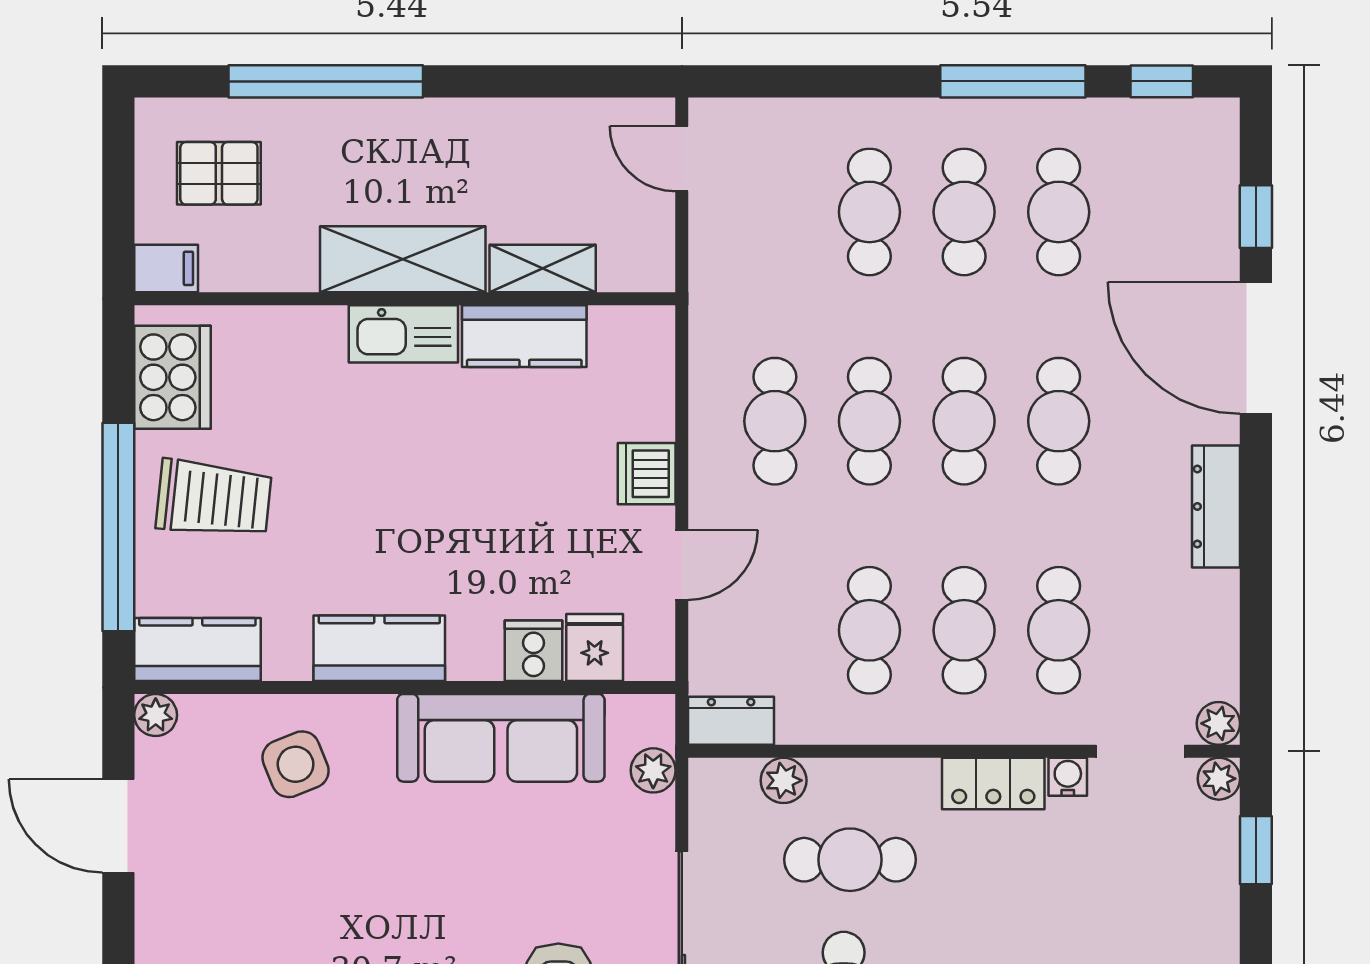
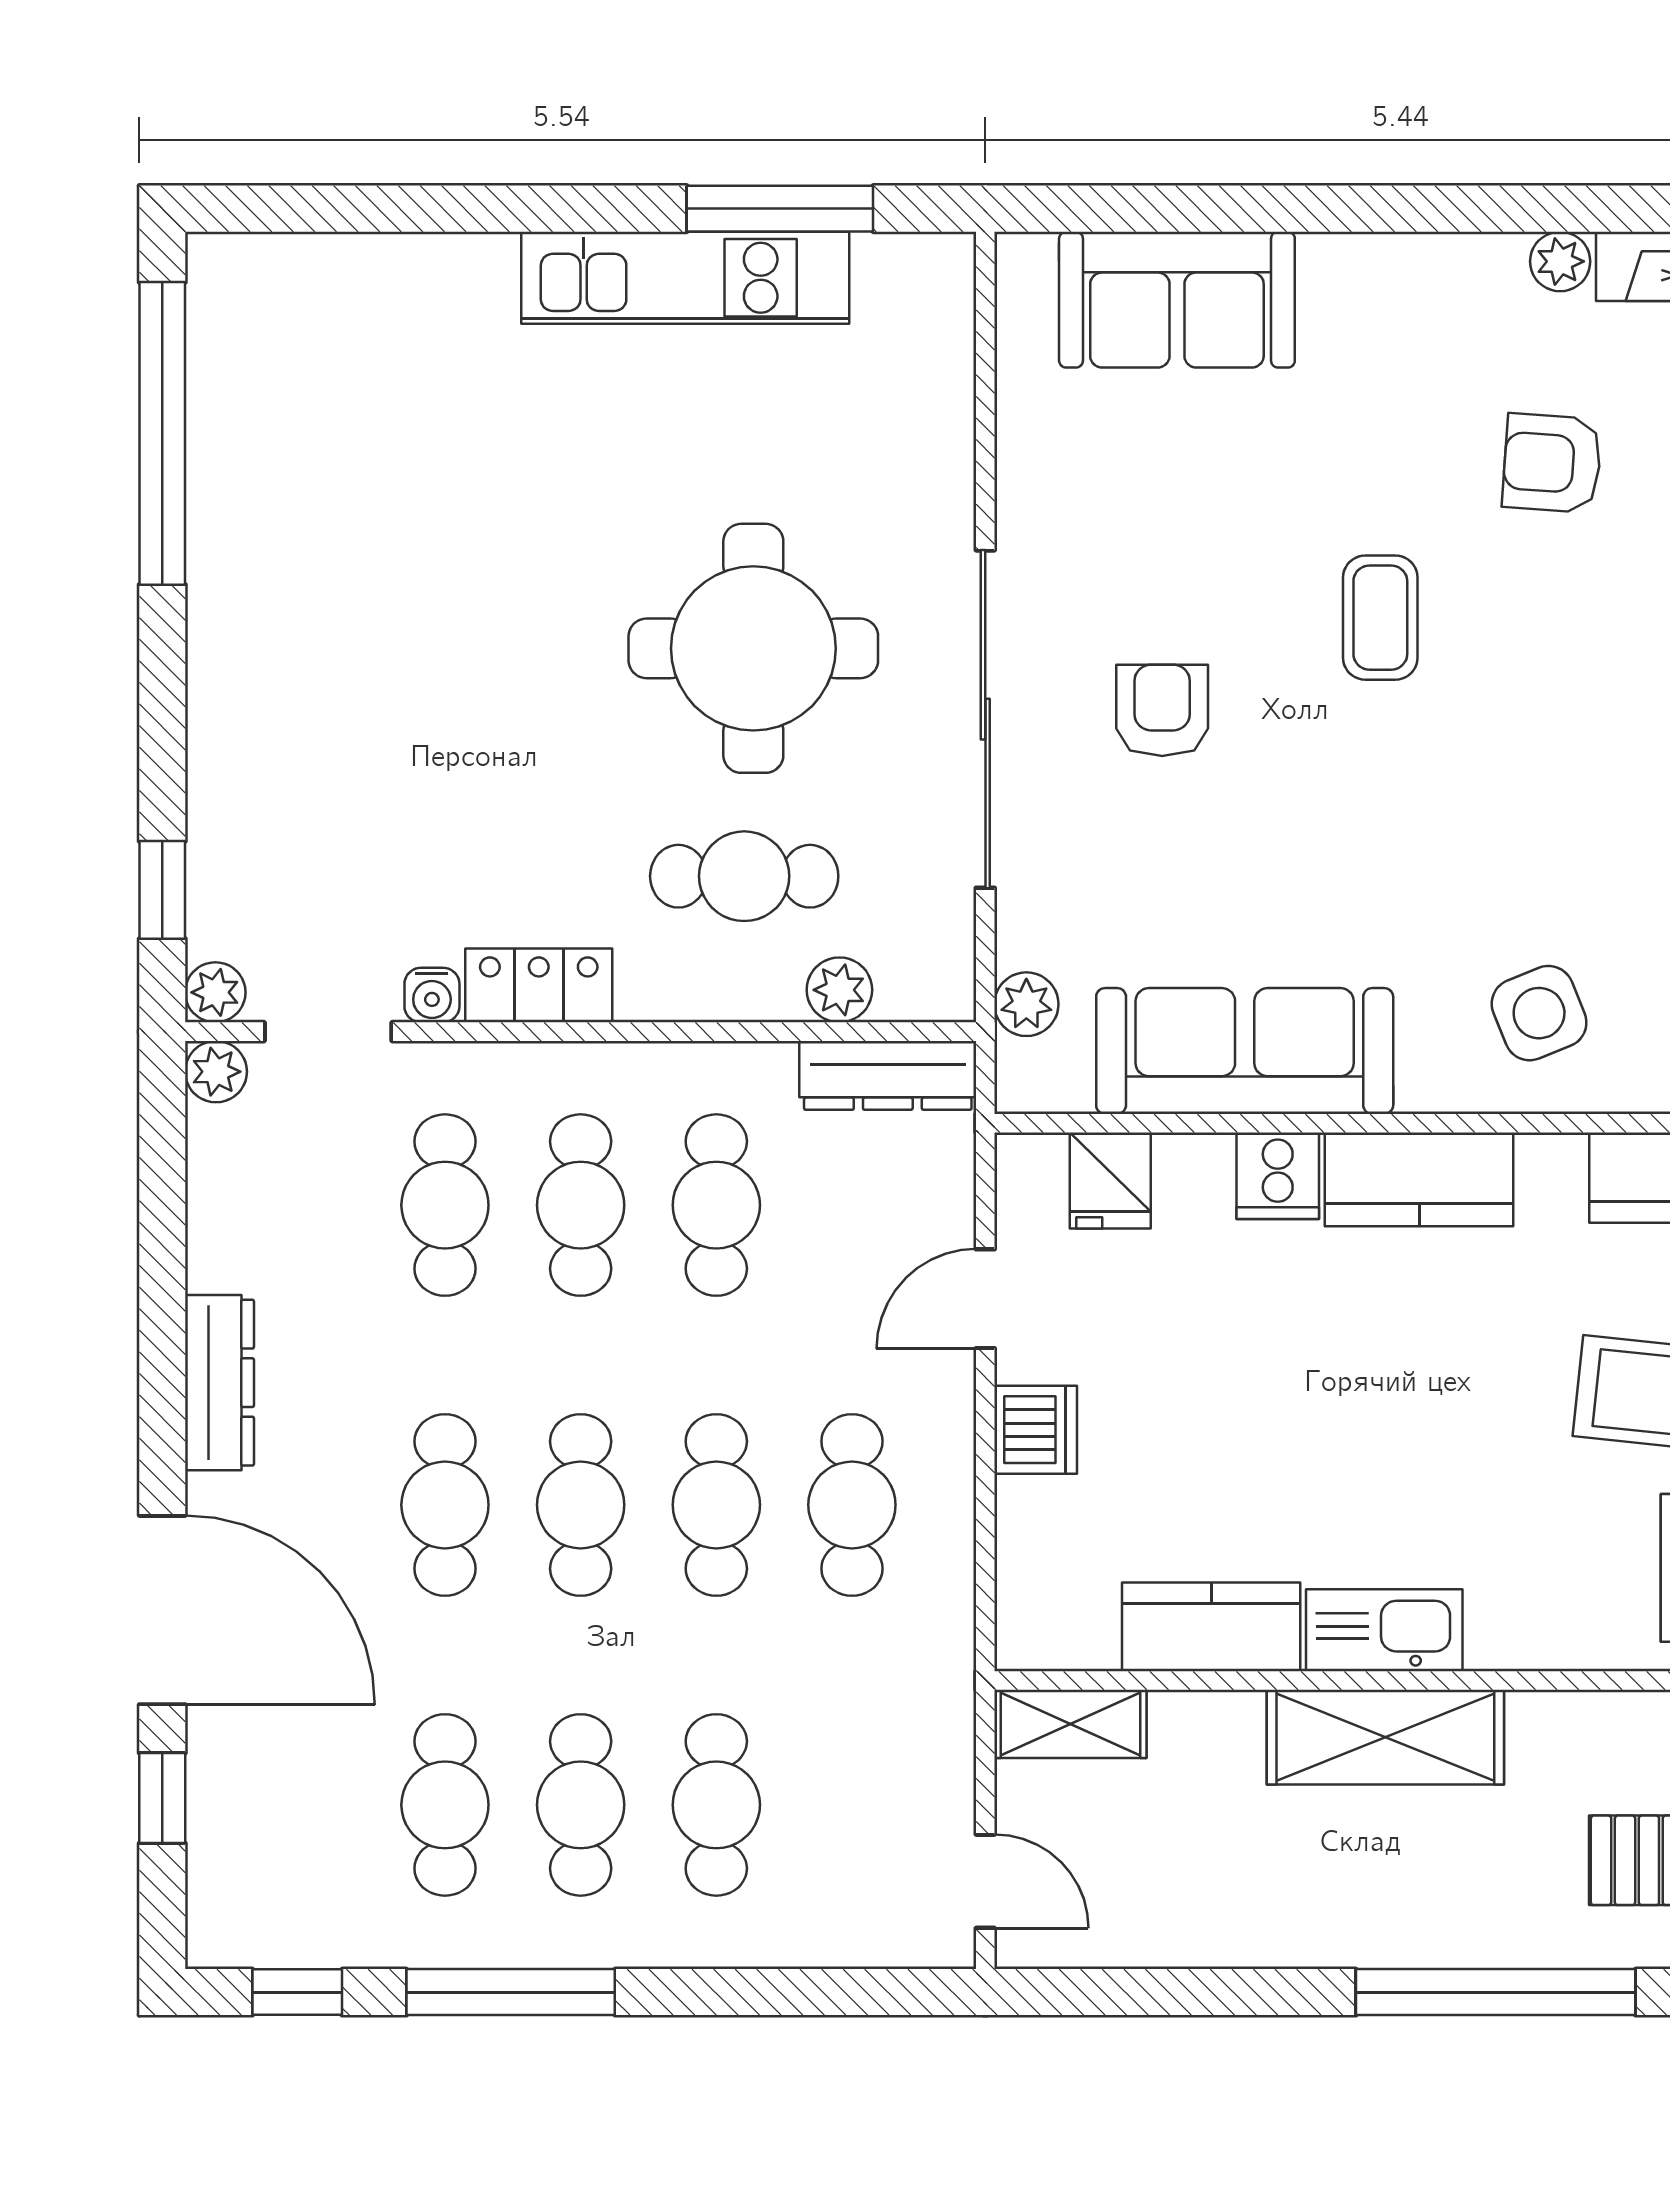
shelving: (543, 268) -> (1070, 1724), moved
cooker: (534, 651) -> (1278, 1176), moved
dresser: (731, 721) -> (888, 1075), width x1.44

